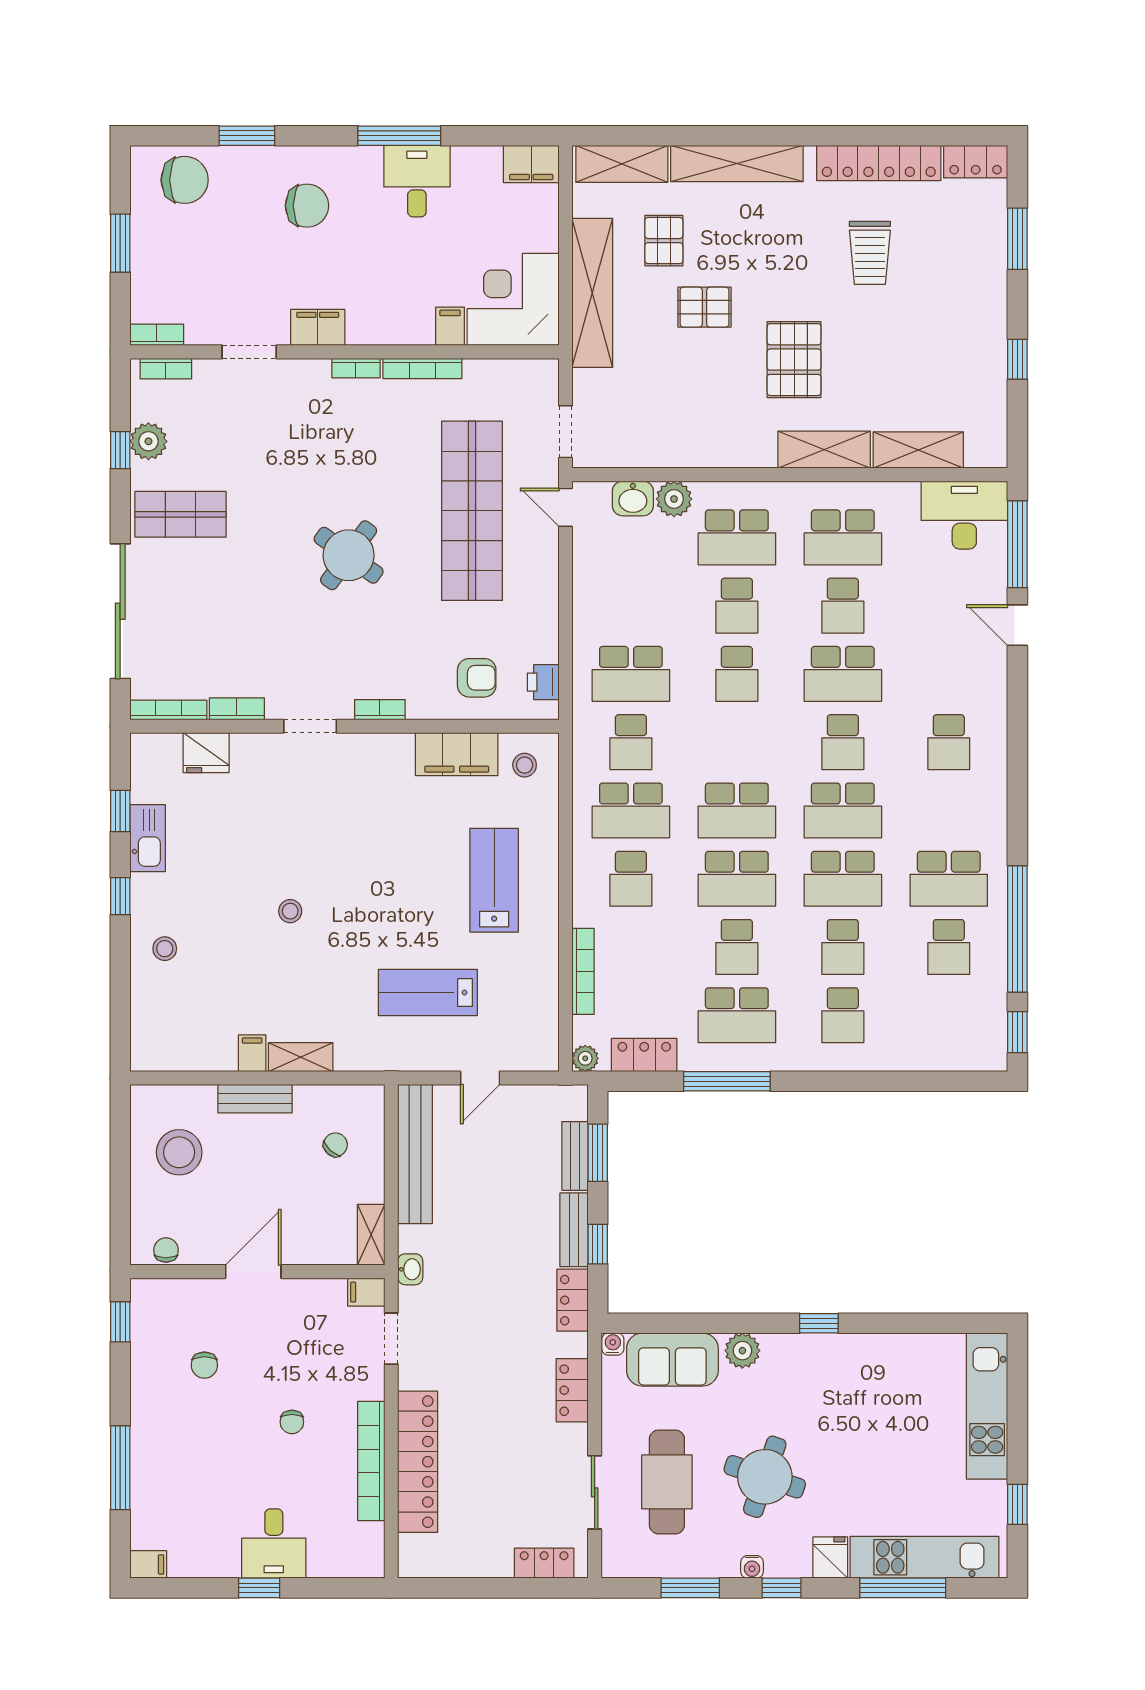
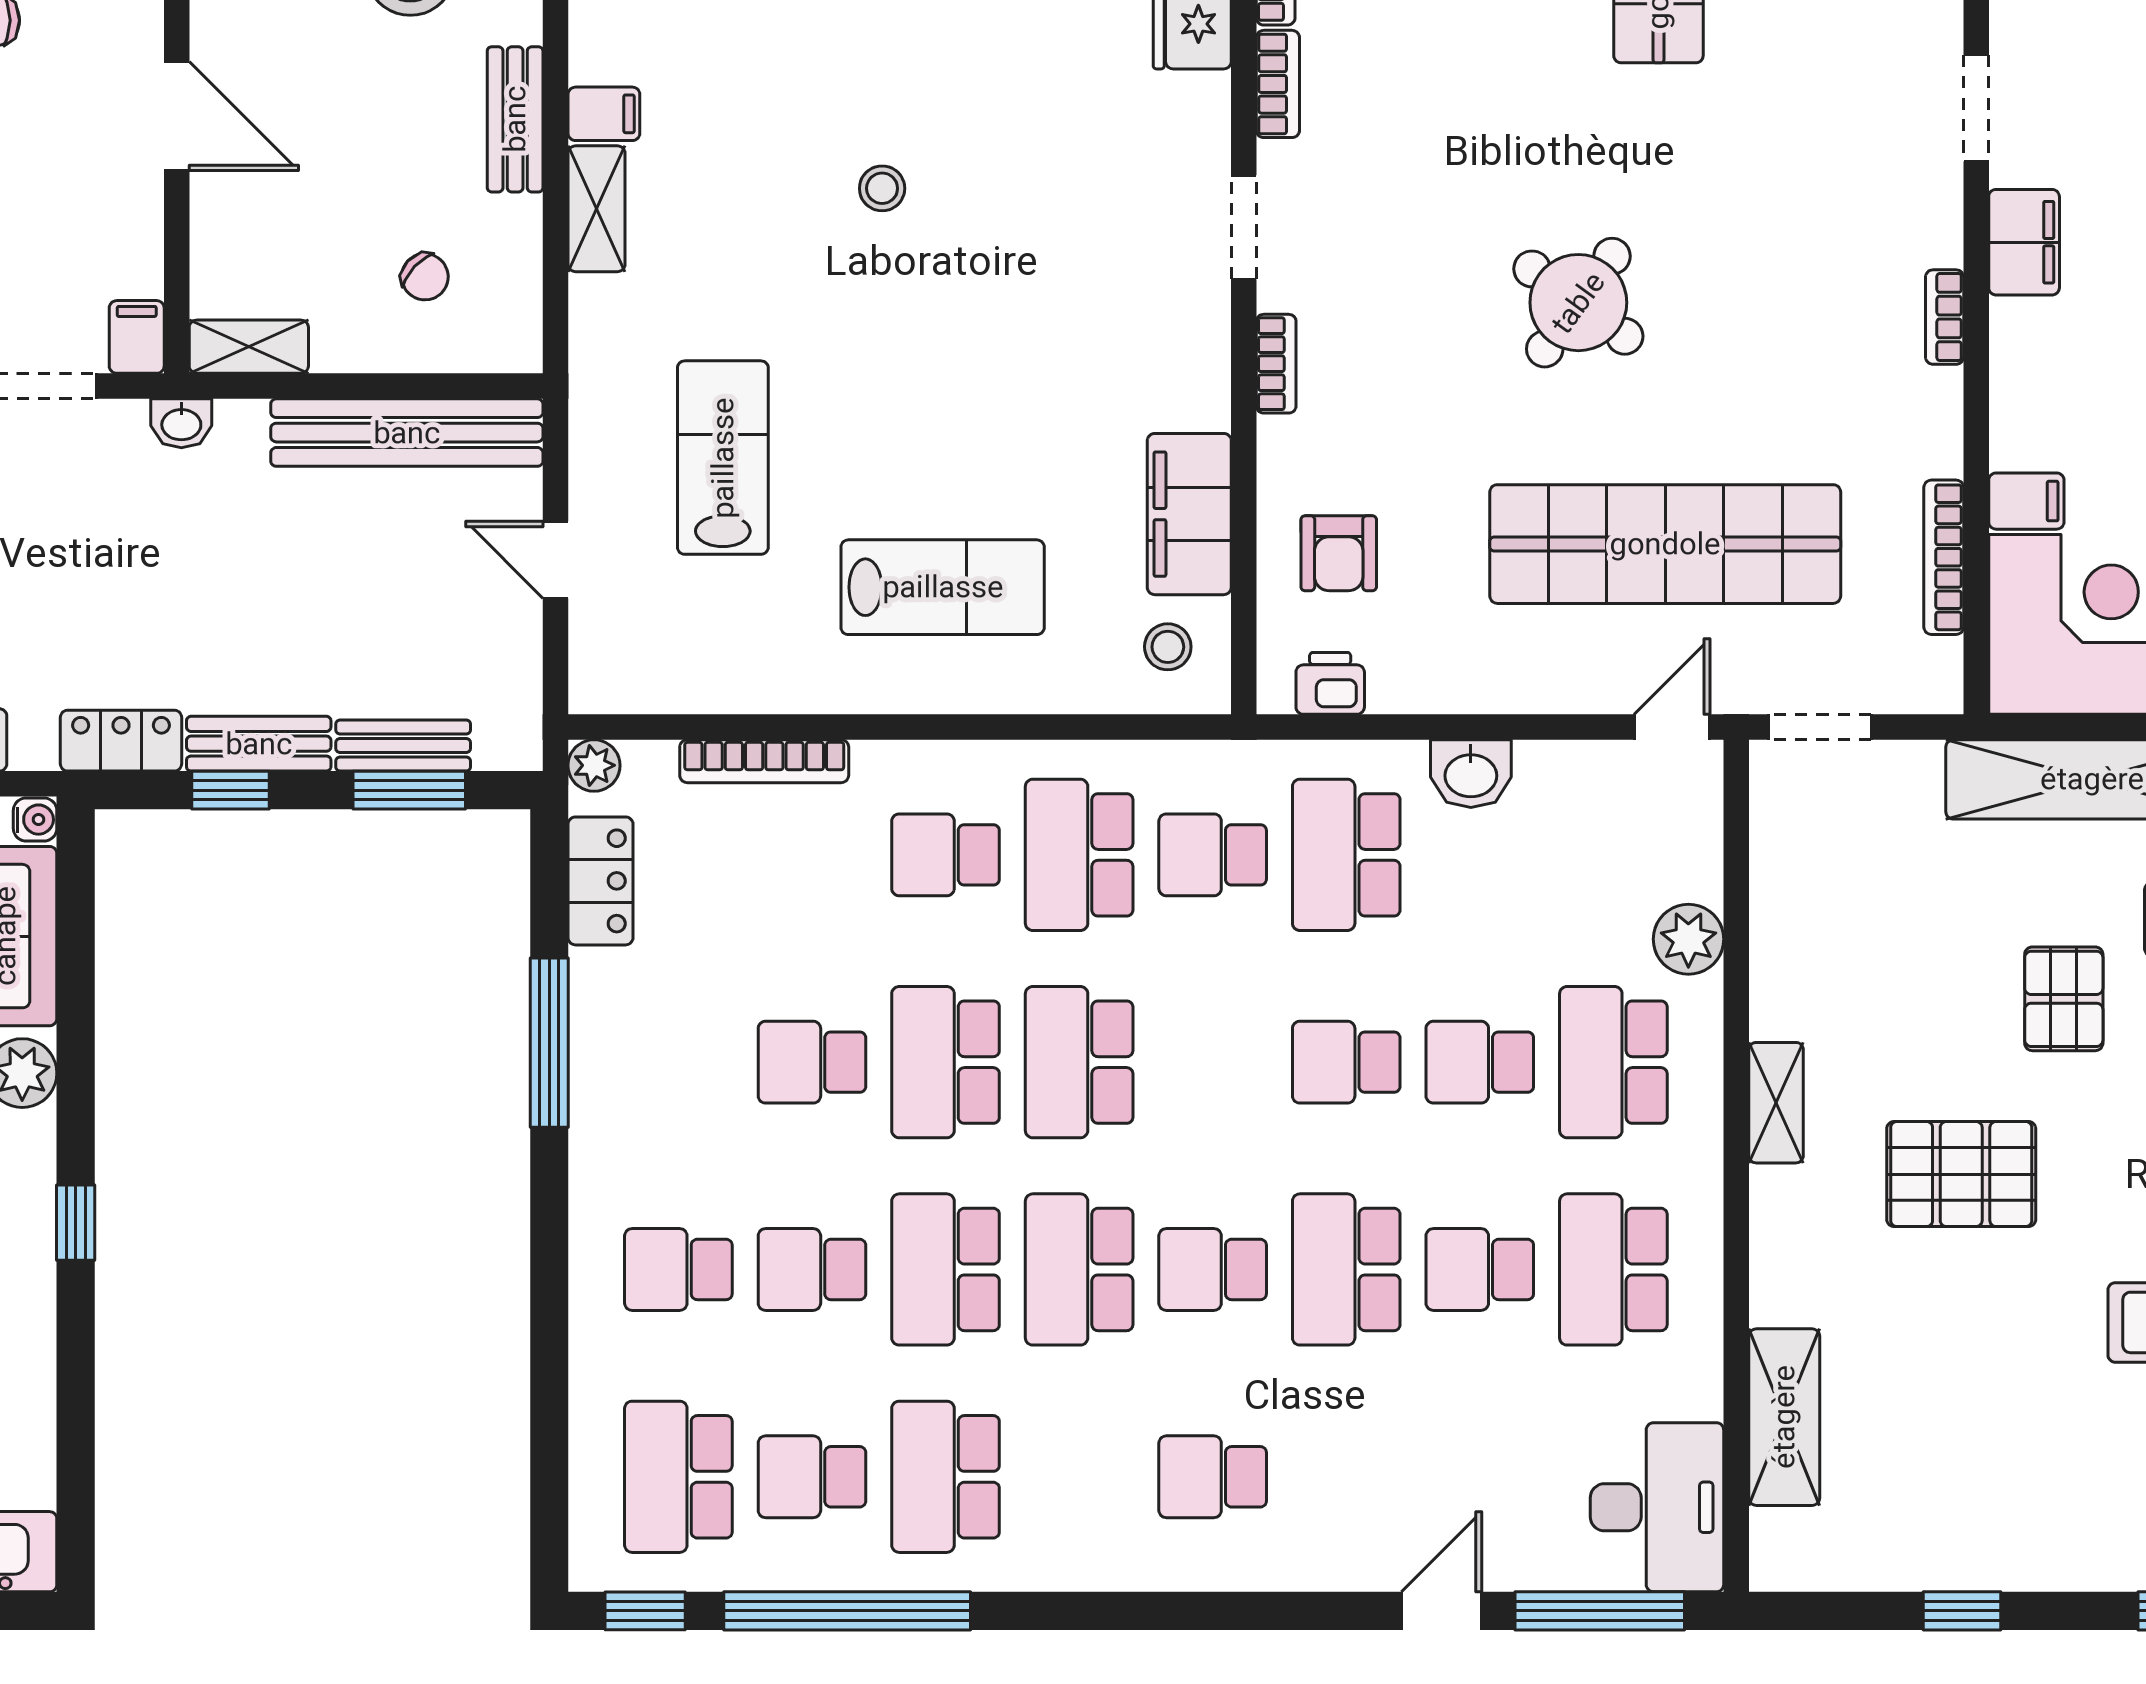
bookcase: (422, 369) -> (1944, 557), moved
shelving: (824, 450) -> (1776, 1103), moved, width x0.67, depth x0.75
washbasin: (633, 498) -> (1471, 774), moved, turned -90
school desk: (737, 1015) -> (678, 1477), moved

